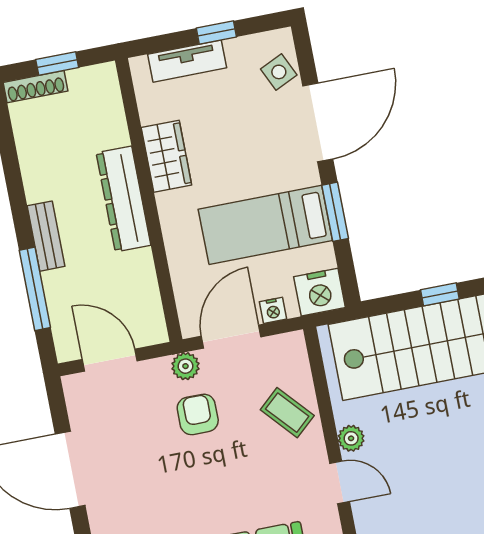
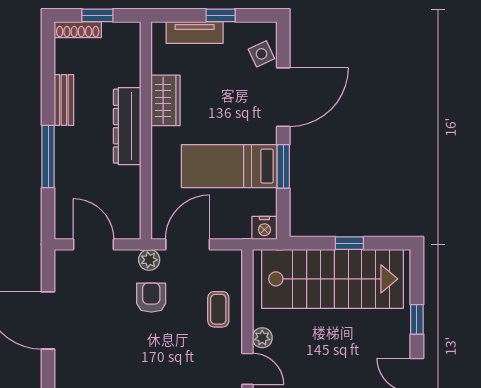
bench: (46, 236) -> (64, 100), moved
window: (35, 289) -> (48, 156), moved
nightstand: (320, 292) -> (264, 228), width x0.74, depth x0.75
nightstand: (273, 310) -> (223, 231), removed
coffee table: (287, 413) -> (218, 309), turned 42

